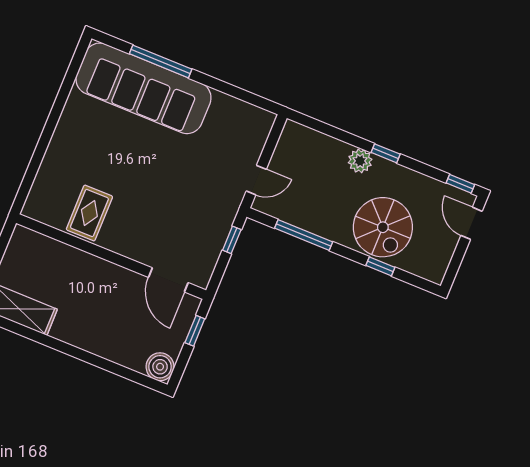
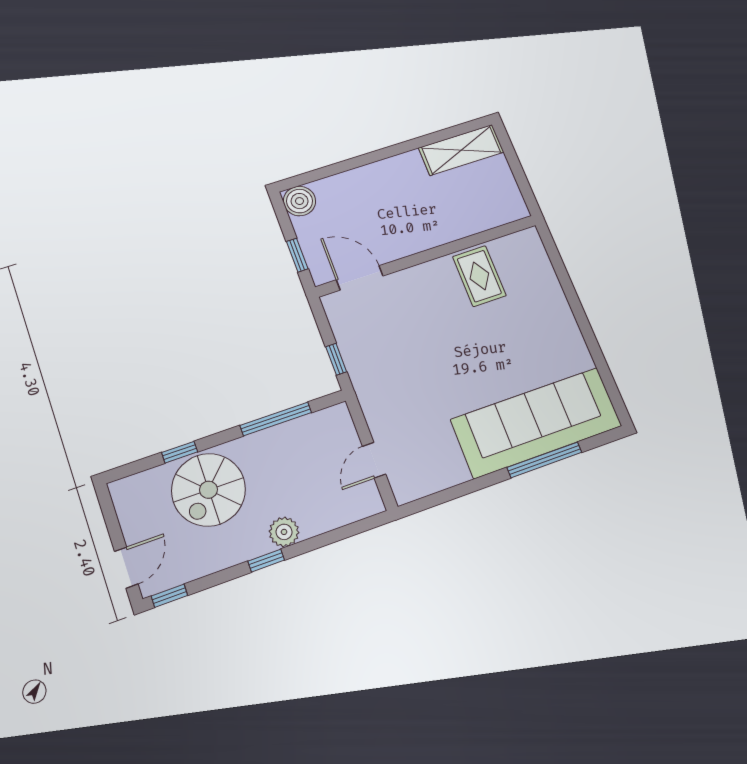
door: (256, 180) -> (374, 460), moved
door: (472, 223) -> (126, 568), hinge flipped
spiral stairs: (383, 227) -> (208, 490), turned -90

